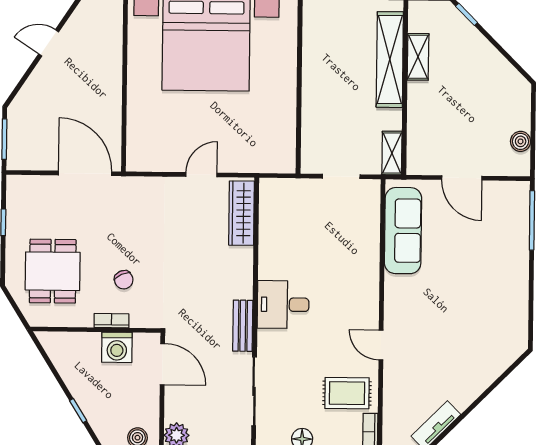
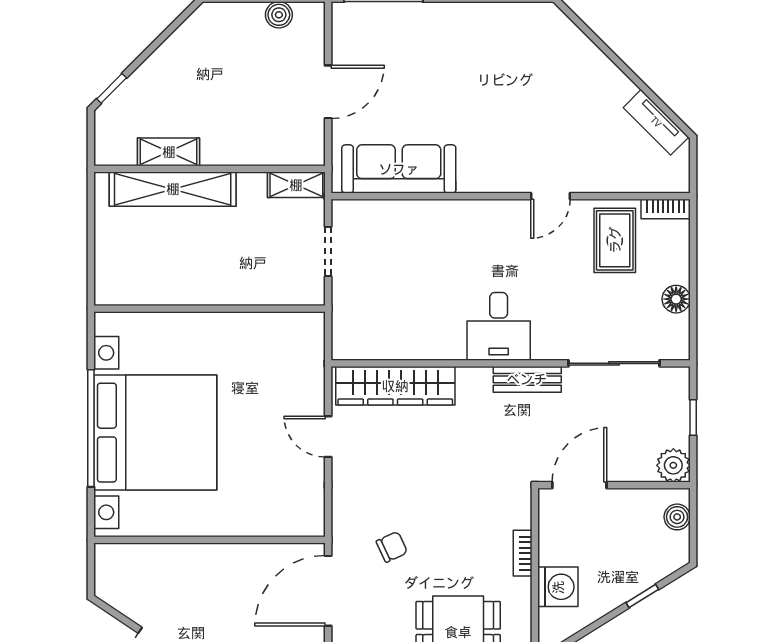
wardrobe: (242, 213) -> (395, 386), width x1.40, depth x1.17
chair: (124, 280) -> (392, 547), moved
washing machine: (117, 347) -> (558, 587), moved

